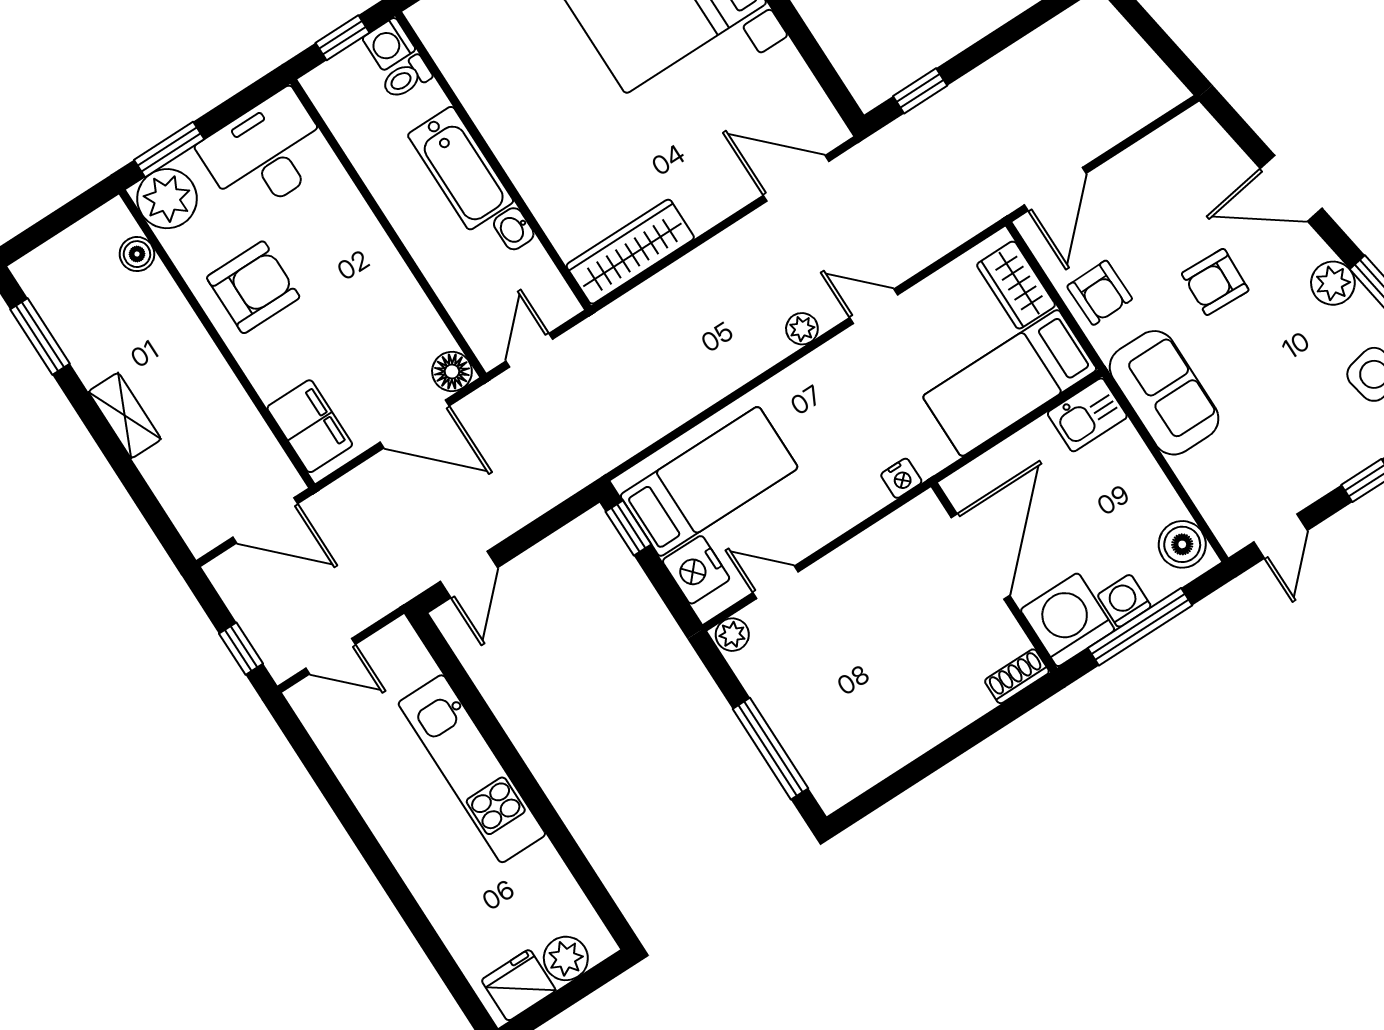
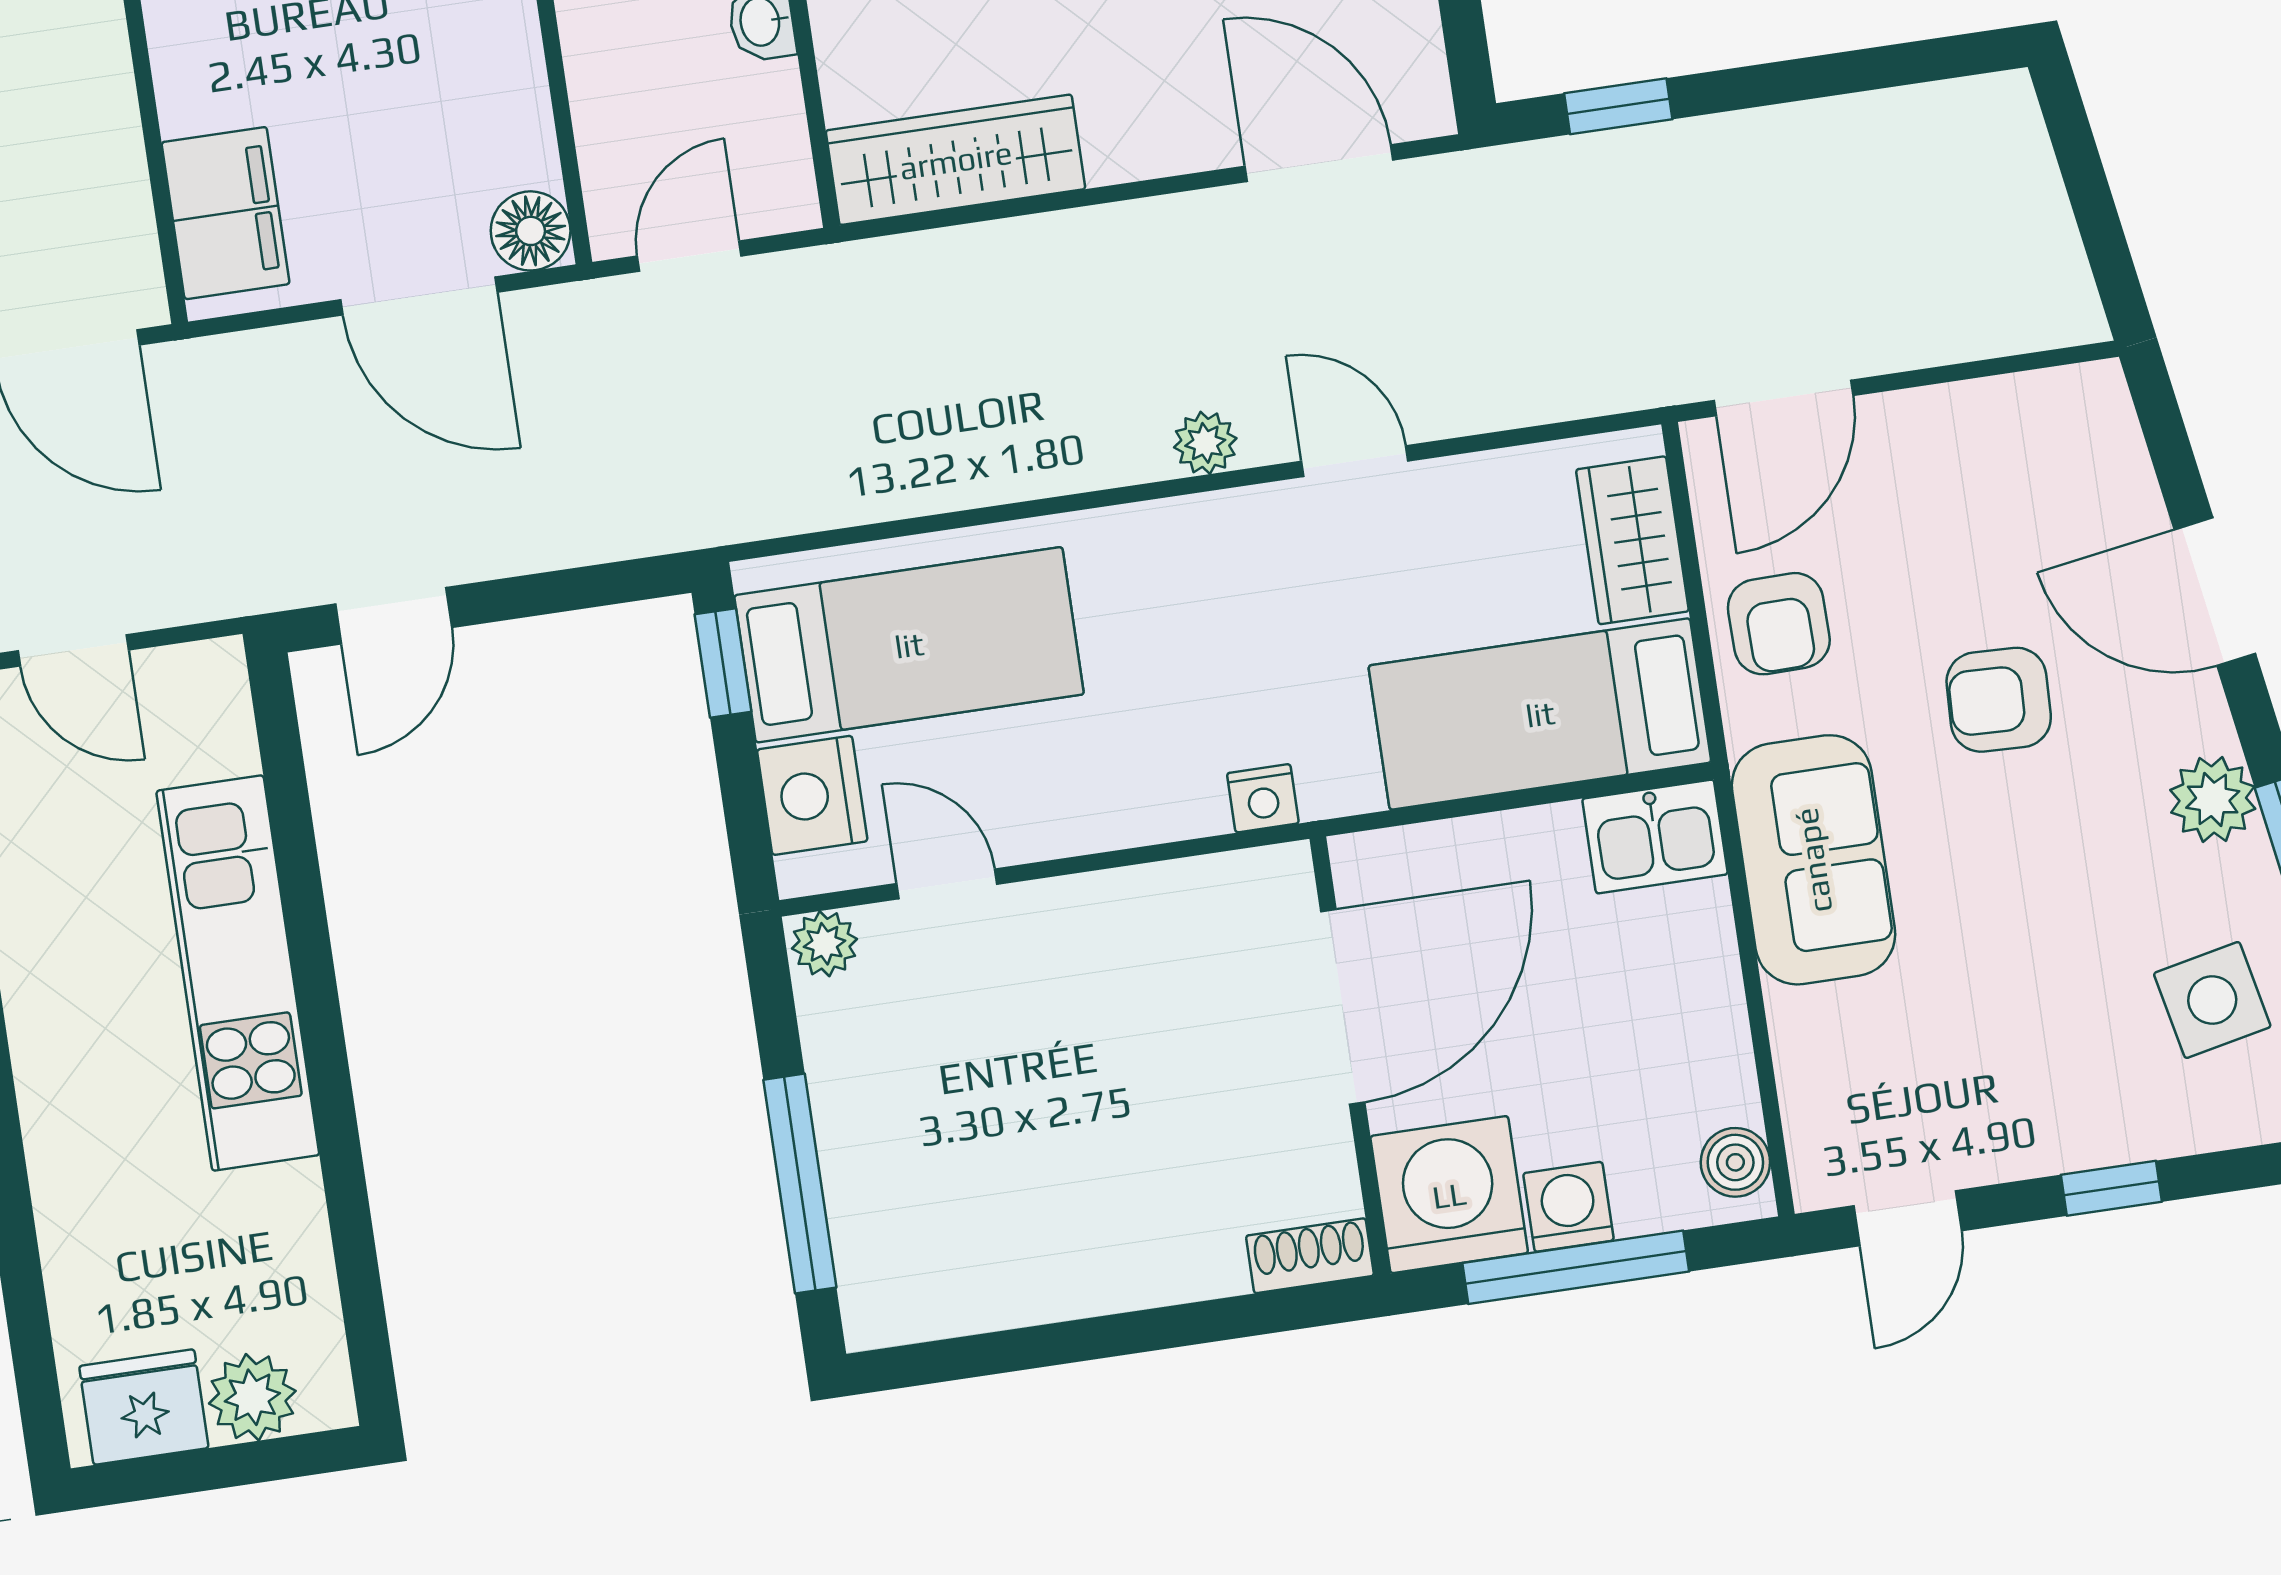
boiler: (1182, 544) -> (1735, 1162), width x0.73, depth x0.73

